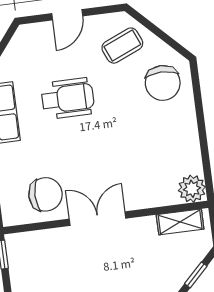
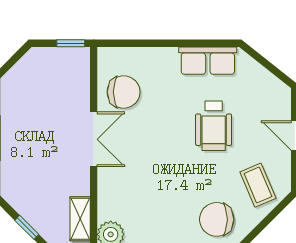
chair: (45, 194) -> (124, 92), turned -90

